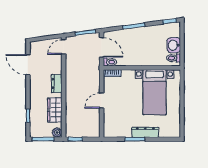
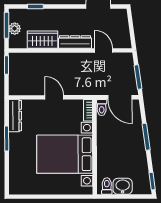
door: (64, 47) -> (104, 50), moved
door: (102, 47) -> (120, 97), hinge flipped
dresser: (57, 84) -> (75, 42), width x1.44
bed with nightstands: (155, 92) -> (65, 154), width x1.36
dresser: (145, 132) -> (15, 116), moved
plant: (57, 133) -> (15, 29), moved

